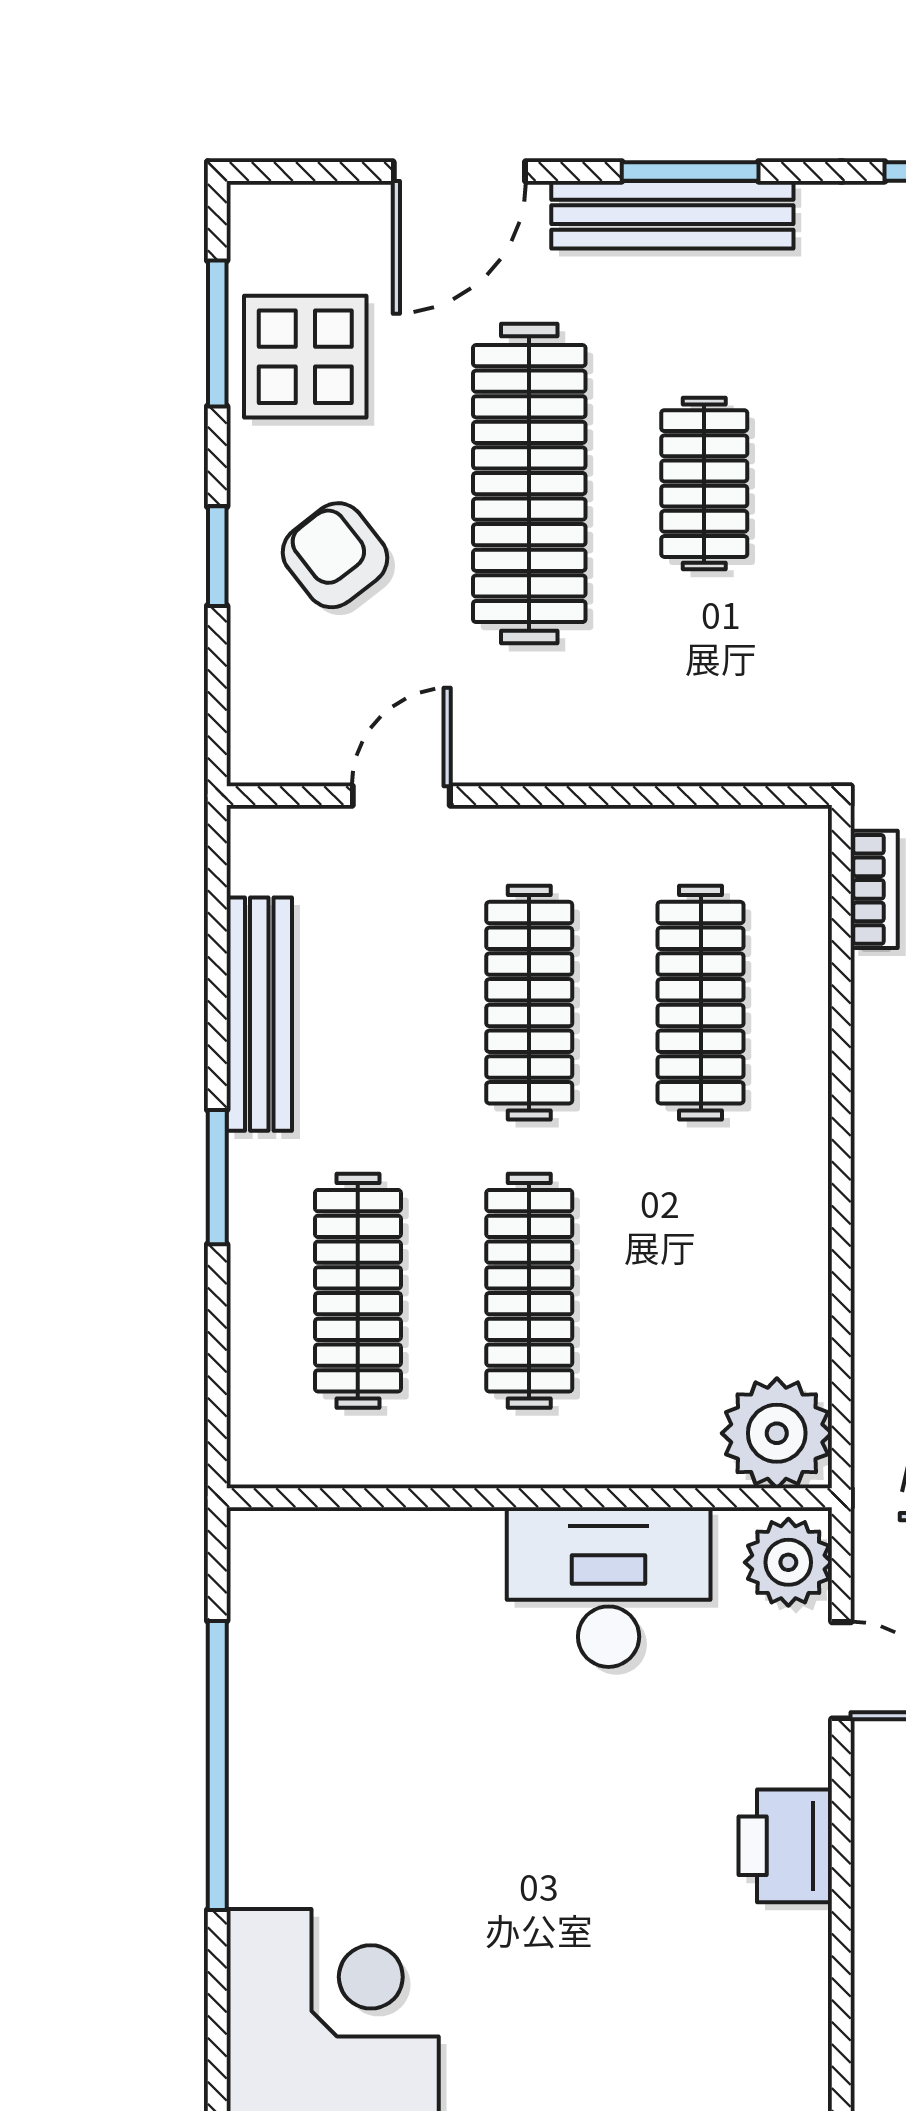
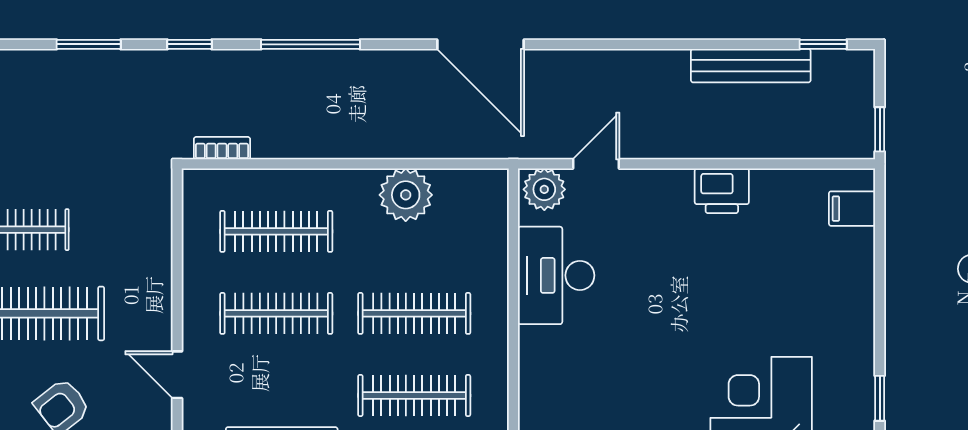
plant: (777, 1433) -> (406, 195), moved
printer: (785, 1846) -> (722, 191), moved

